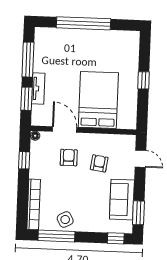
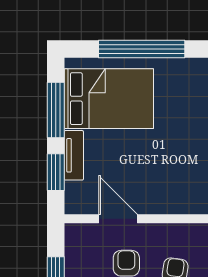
bed: (98, 100) -> (109, 99), moved, turned 90
floor lamp: (35, 136) -> (72, 230), removed

